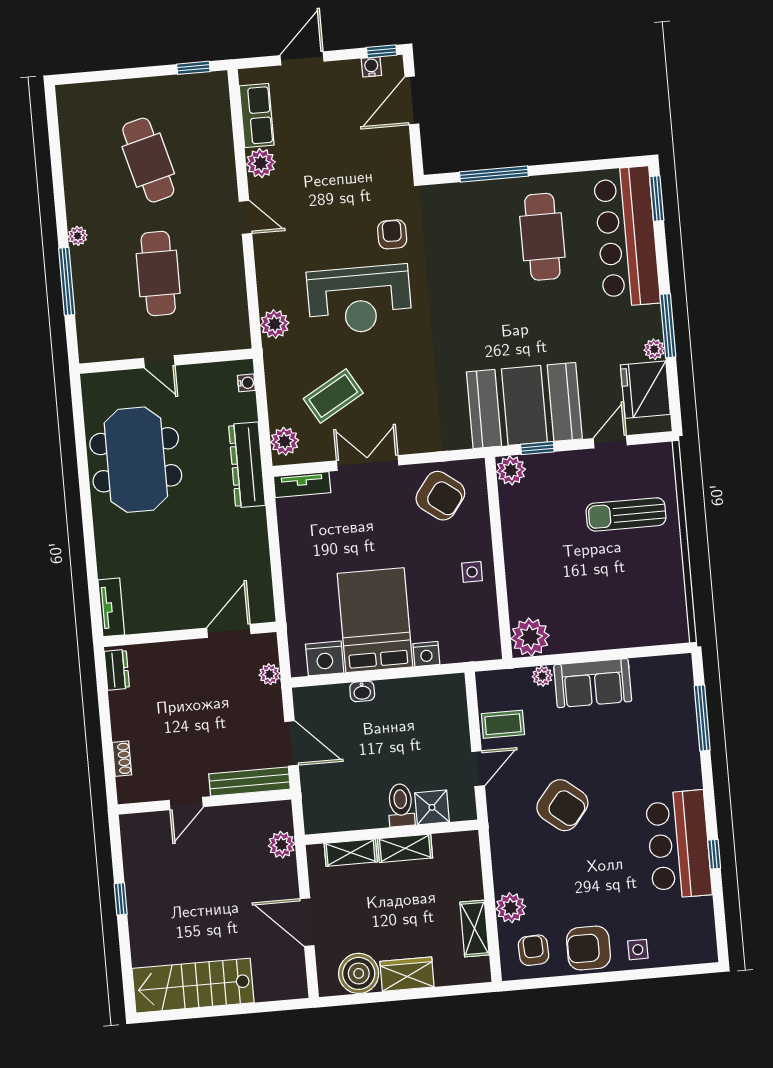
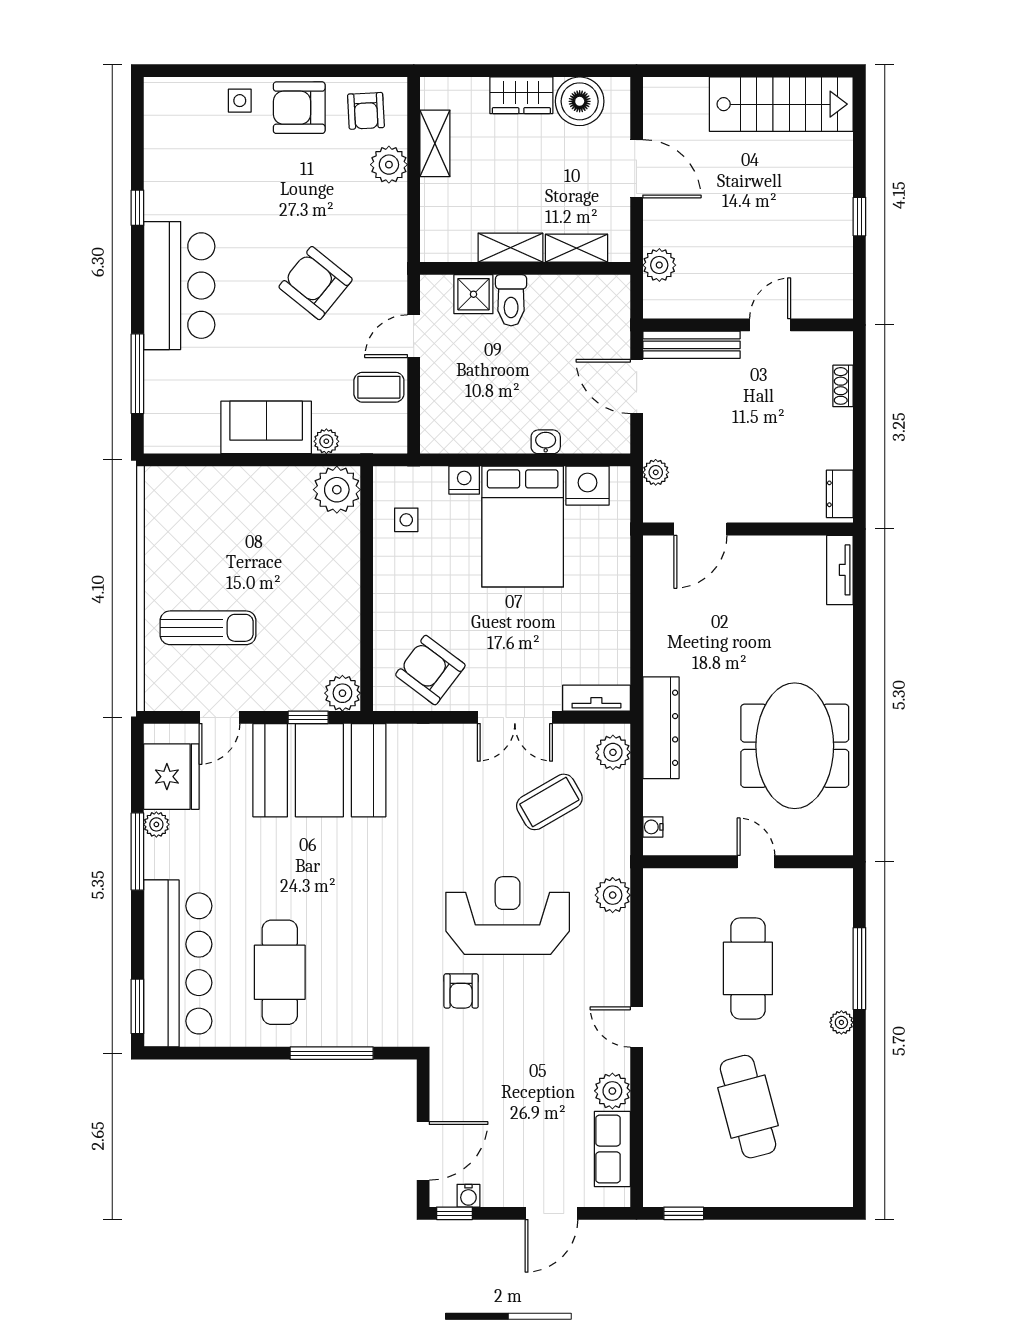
side table: (472, 572) -> (406, 520), moved
bar counter: (679, 845) -> (179, 286), moved
armchair: (588, 948) -> (299, 108), turned 180

